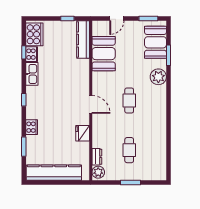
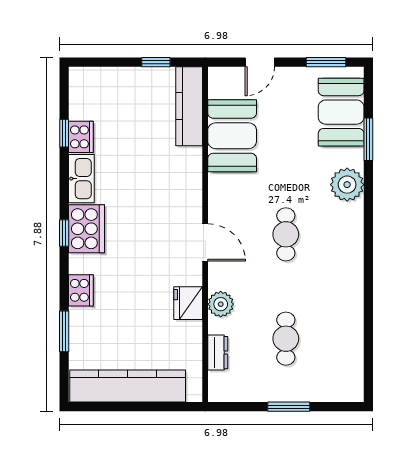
cooker: (34, 34) -> (87, 229), moved
plant: (98, 172) -> (221, 304), moved

